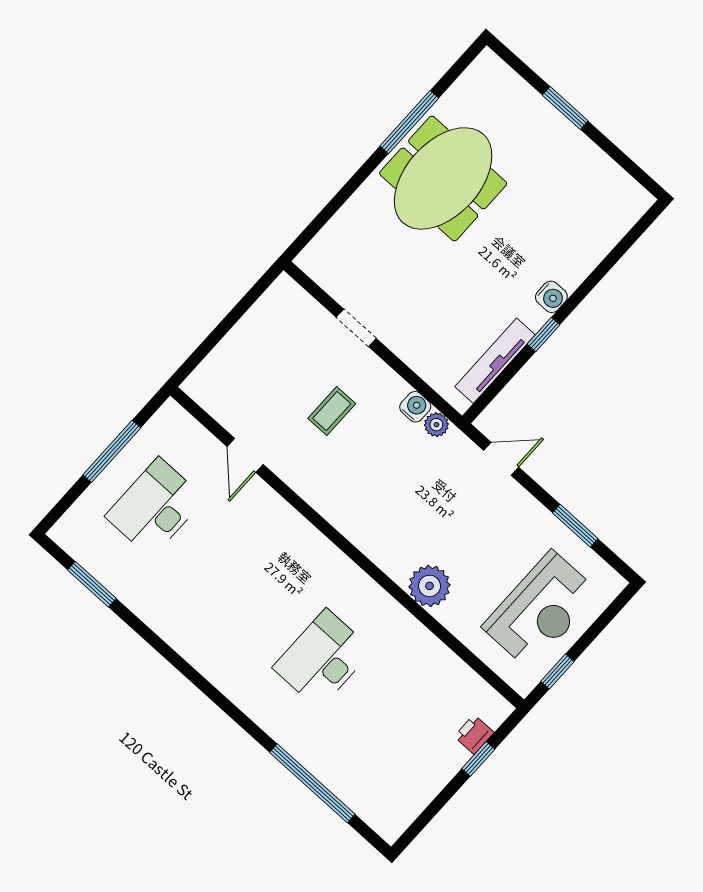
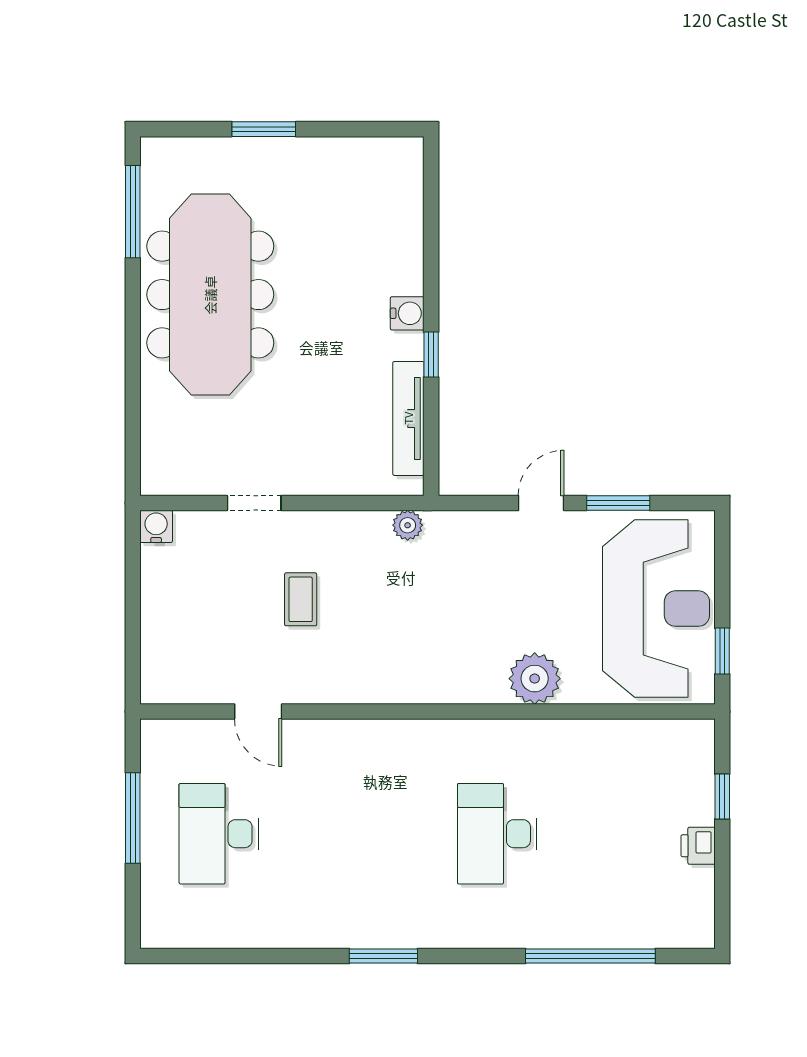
window: (409, 122) -> (133, 212), moved
meeting table: (443, 178) -> (210, 295), width x1.36
water cooler: (415, 407) -> (156, 526), moved
door: (501, 459) -> (541, 503), moved
window: (92, 584) -> (383, 956), moved
reception desk: (541, 610) -> (656, 609), width x1.36, depth x1.30
printer: (474, 734) -> (698, 846), moved

